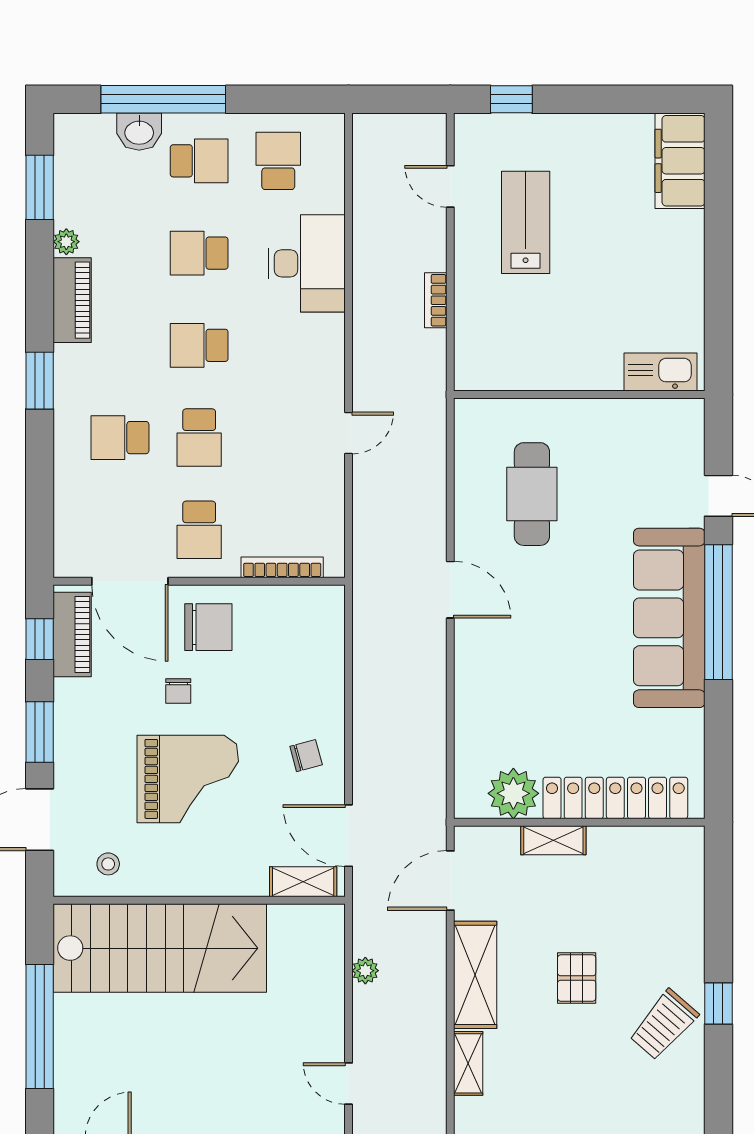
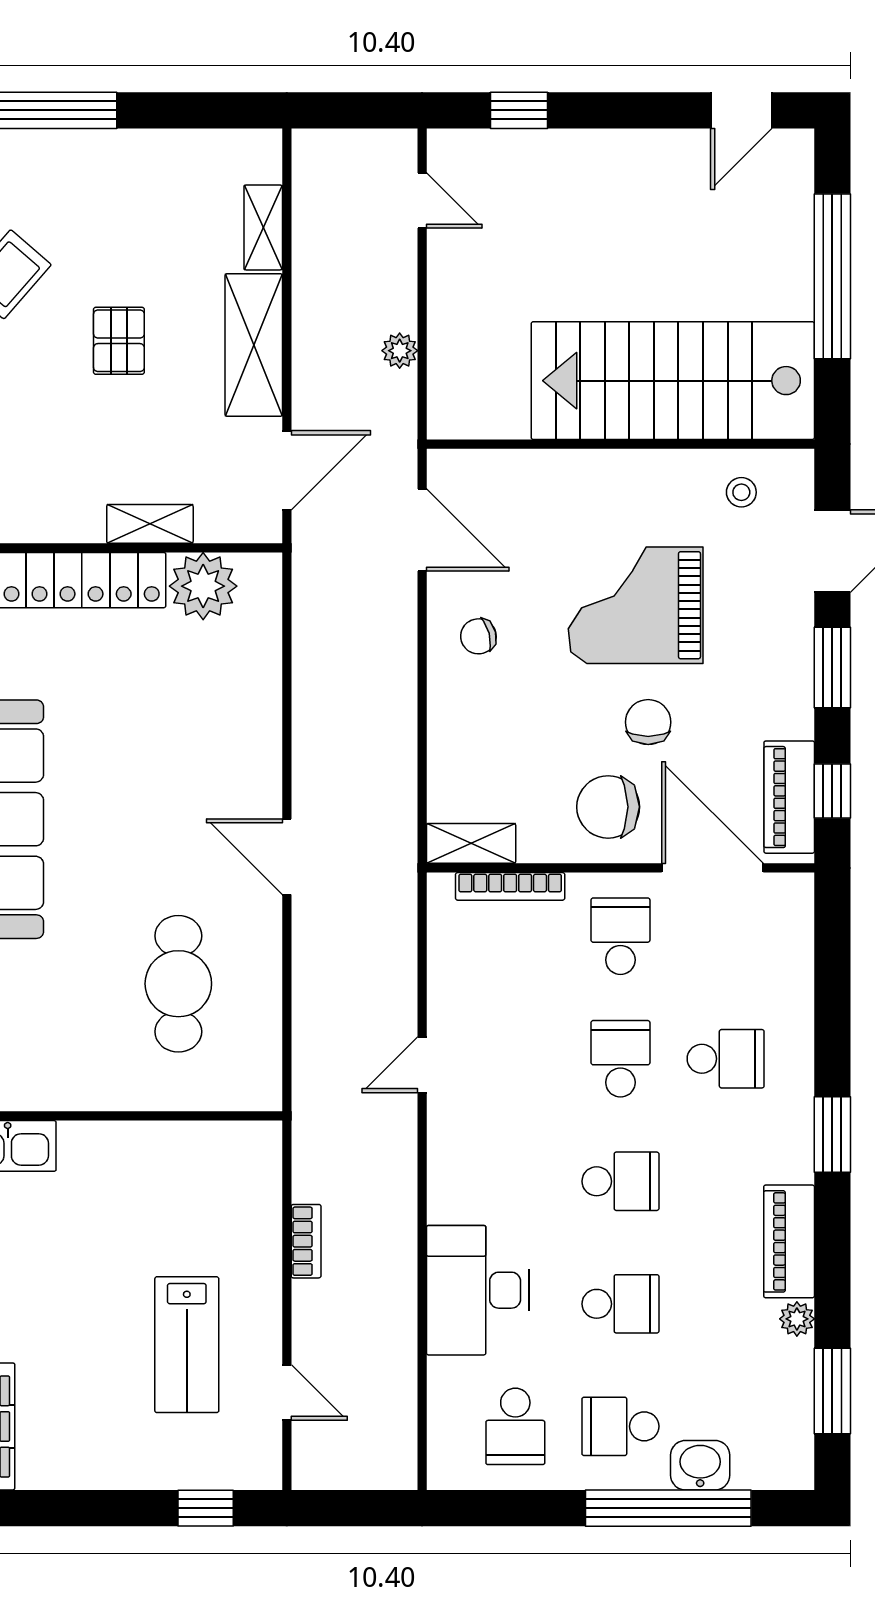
chair: (178, 691) -> (648, 722), width x1.37, depth x1.37
shelving: (303, 882) -> (471, 843), moved

